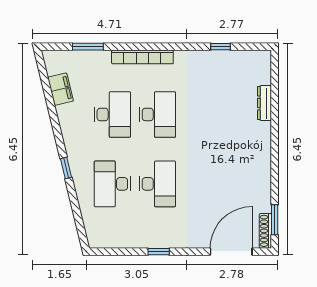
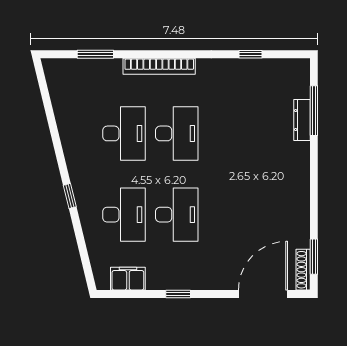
filing cabinet: (60, 89) -> (128, 279), moved, turned -76
window: (275, 95) -> (314, 111), added
desk: (112, 184) -> (124, 215), turned 180

